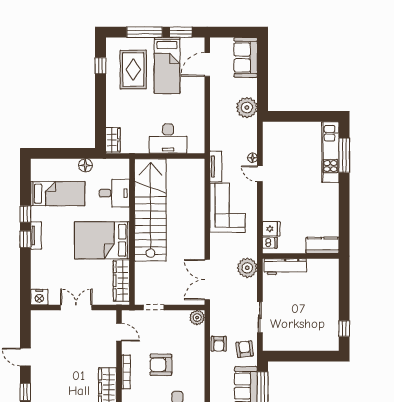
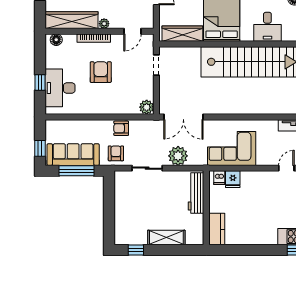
corner sofa: (227, 208) -> (232, 149), moved, turned 180
plant: (247, 268) -> (178, 156), moved
double door: (207, 280) -> (183, 117), swing flipped
shelving: (331, 297) -> (166, 238), added
armchair: (245, 349) -> (116, 153), turned -83
plant: (111, 361) -> (104, 24), added

